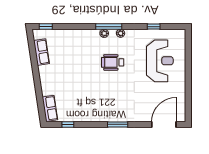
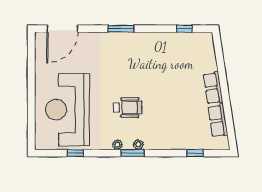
window: (46, 27) -> (195, 153), moved
window: (109, 27) -> (132, 153), width x0.69
reception desk: (160, 61) -> (67, 110), width x1.36, depth x1.30
row of seats: (50, 108) -> (213, 88), moved

